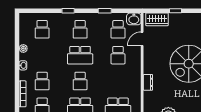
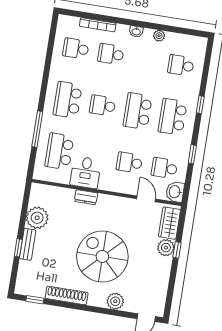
plant: (175, 19) -> (166, 248), added
school desk: (80, 29) -> (173, 117), width x1.85
desk: (130, 86) -> (86, 172), added

